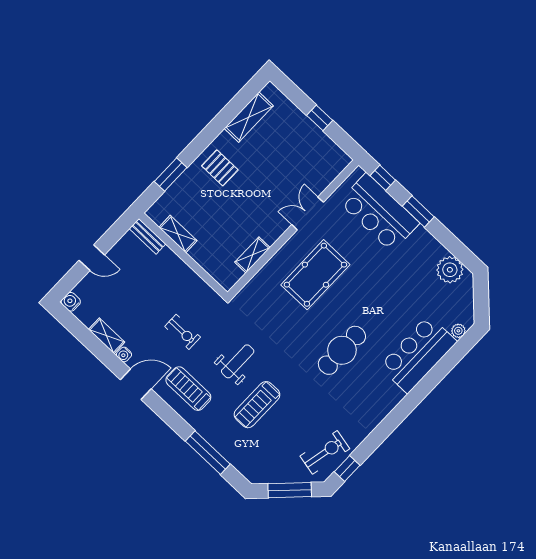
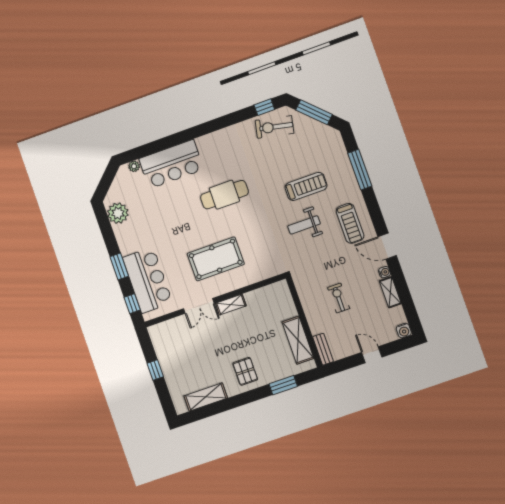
shelving: (178, 234) -> (298, 340), width x1.50, depth x1.33
shelving: (252, 255) -> (231, 305), moved
exercise bike: (183, 332) -> (339, 298), moved

